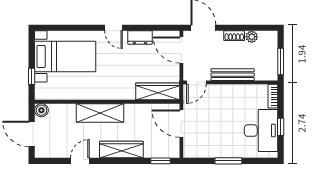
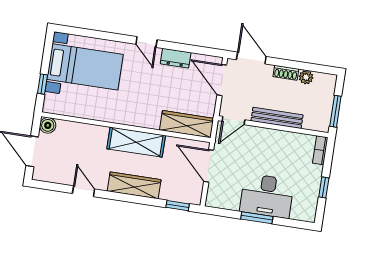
shelving: (100, 113) -> (136, 142), moved
desk: (261, 131) -> (267, 196), moved, turned 90
door: (80, 161) -> (84, 191), hinge flipped

